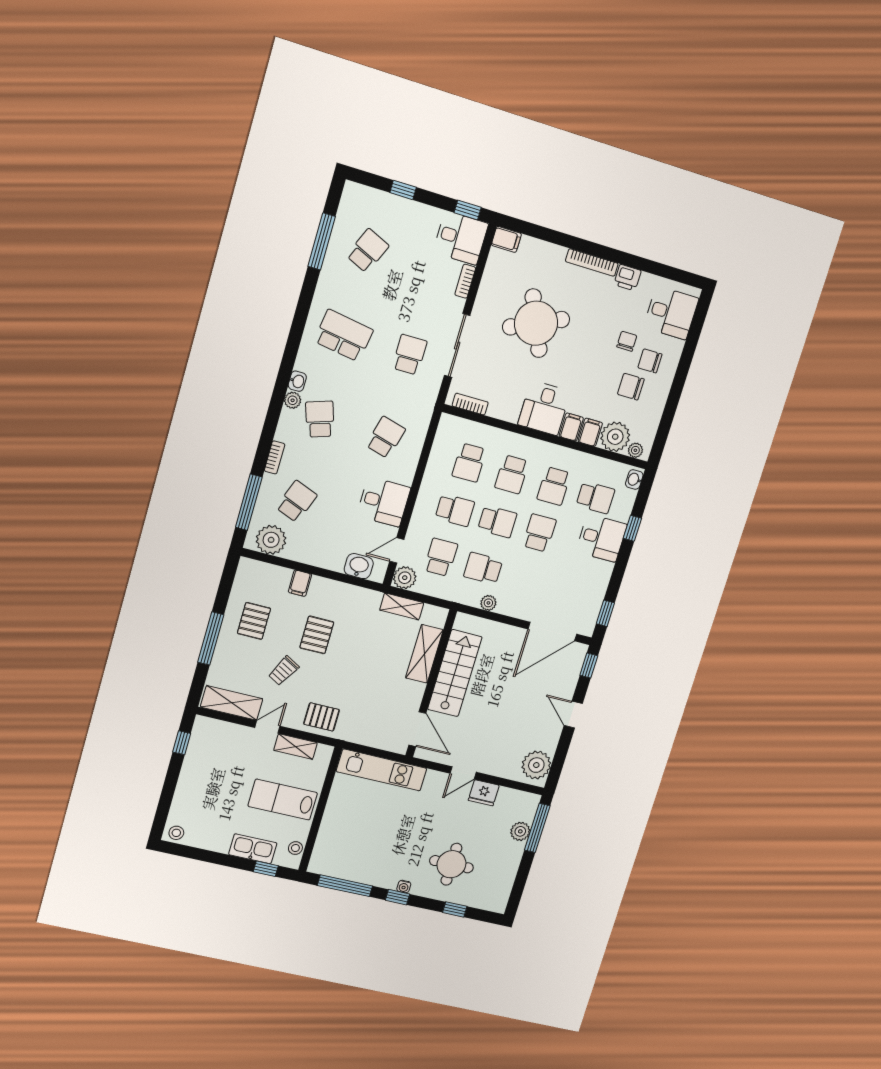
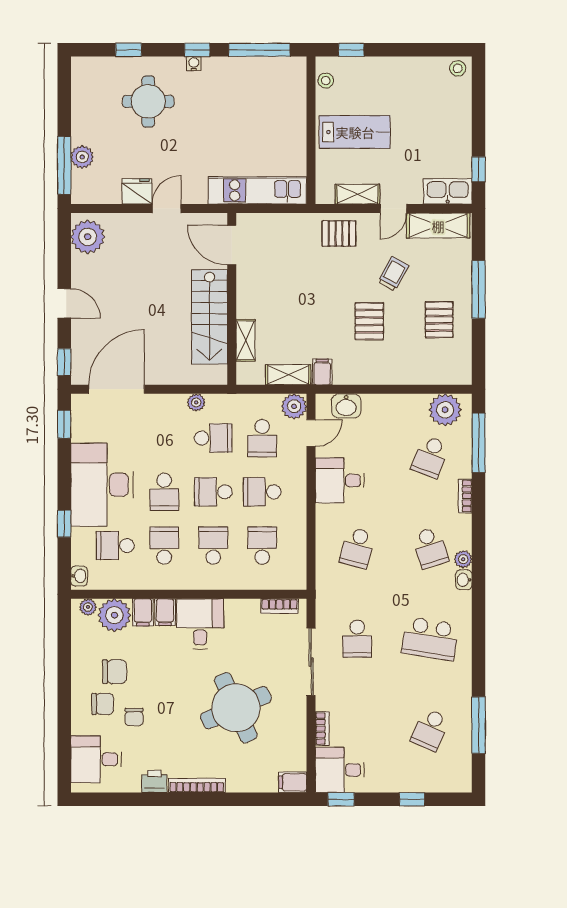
desk: (601, 538) -> (102, 485), width x1.87, depth x1.30
filing cabinet: (300, 583) -> (322, 372), moved
shelving: (424, 654) -> (246, 340), width x0.67, depth x0.75
kitchen sink: (253, 849) -> (448, 191), moved, turned 180

